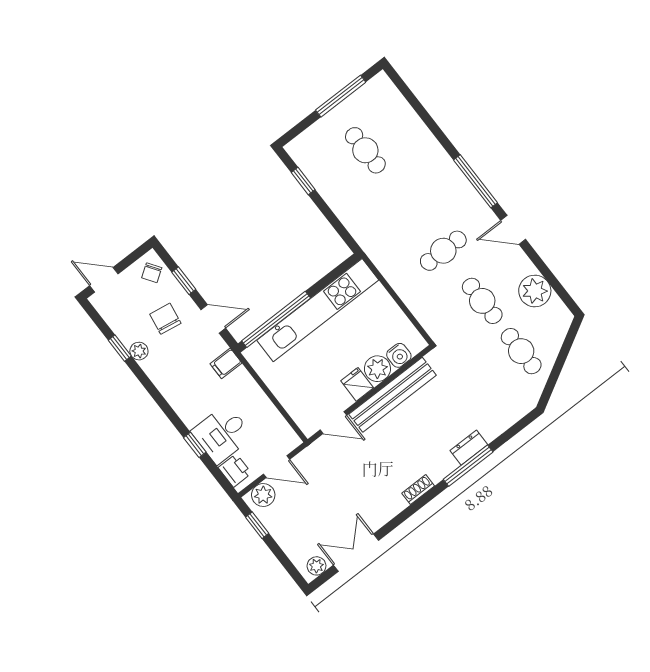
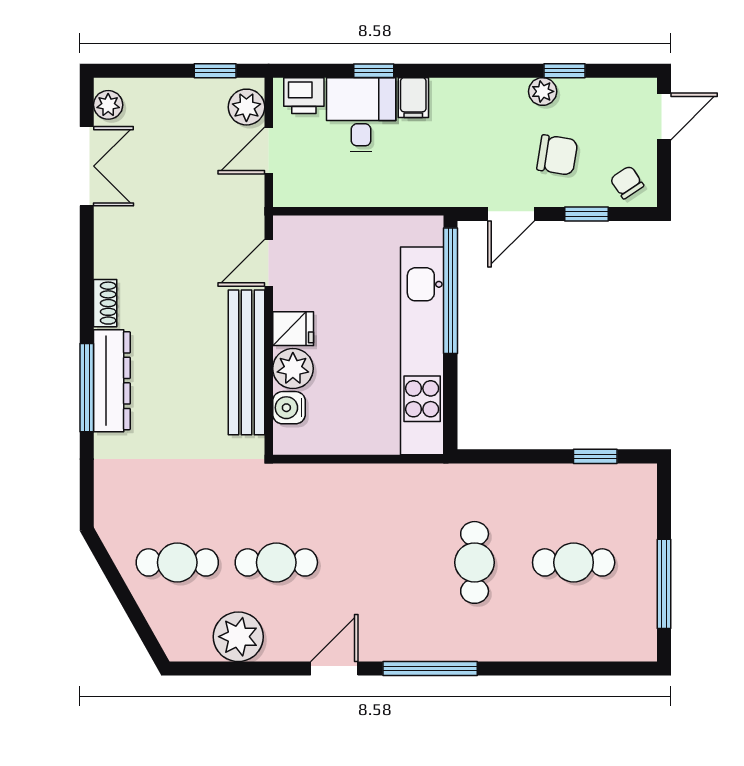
cafe table: (443, 251) -> (475, 562), moved
filing cabinet: (226, 363) -> (413, 98), moved, turned 180
dresser: (469, 448) -> (112, 381), width x1.96, depth x1.24

